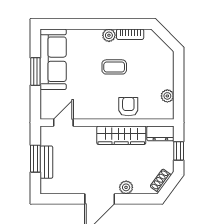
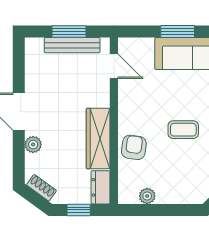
coffee table: (114, 67) -> (183, 130), turned 90
armchair: (128, 107) -> (134, 147), turned -82
bench: (46, 162) -> (72, 45), width x1.36

